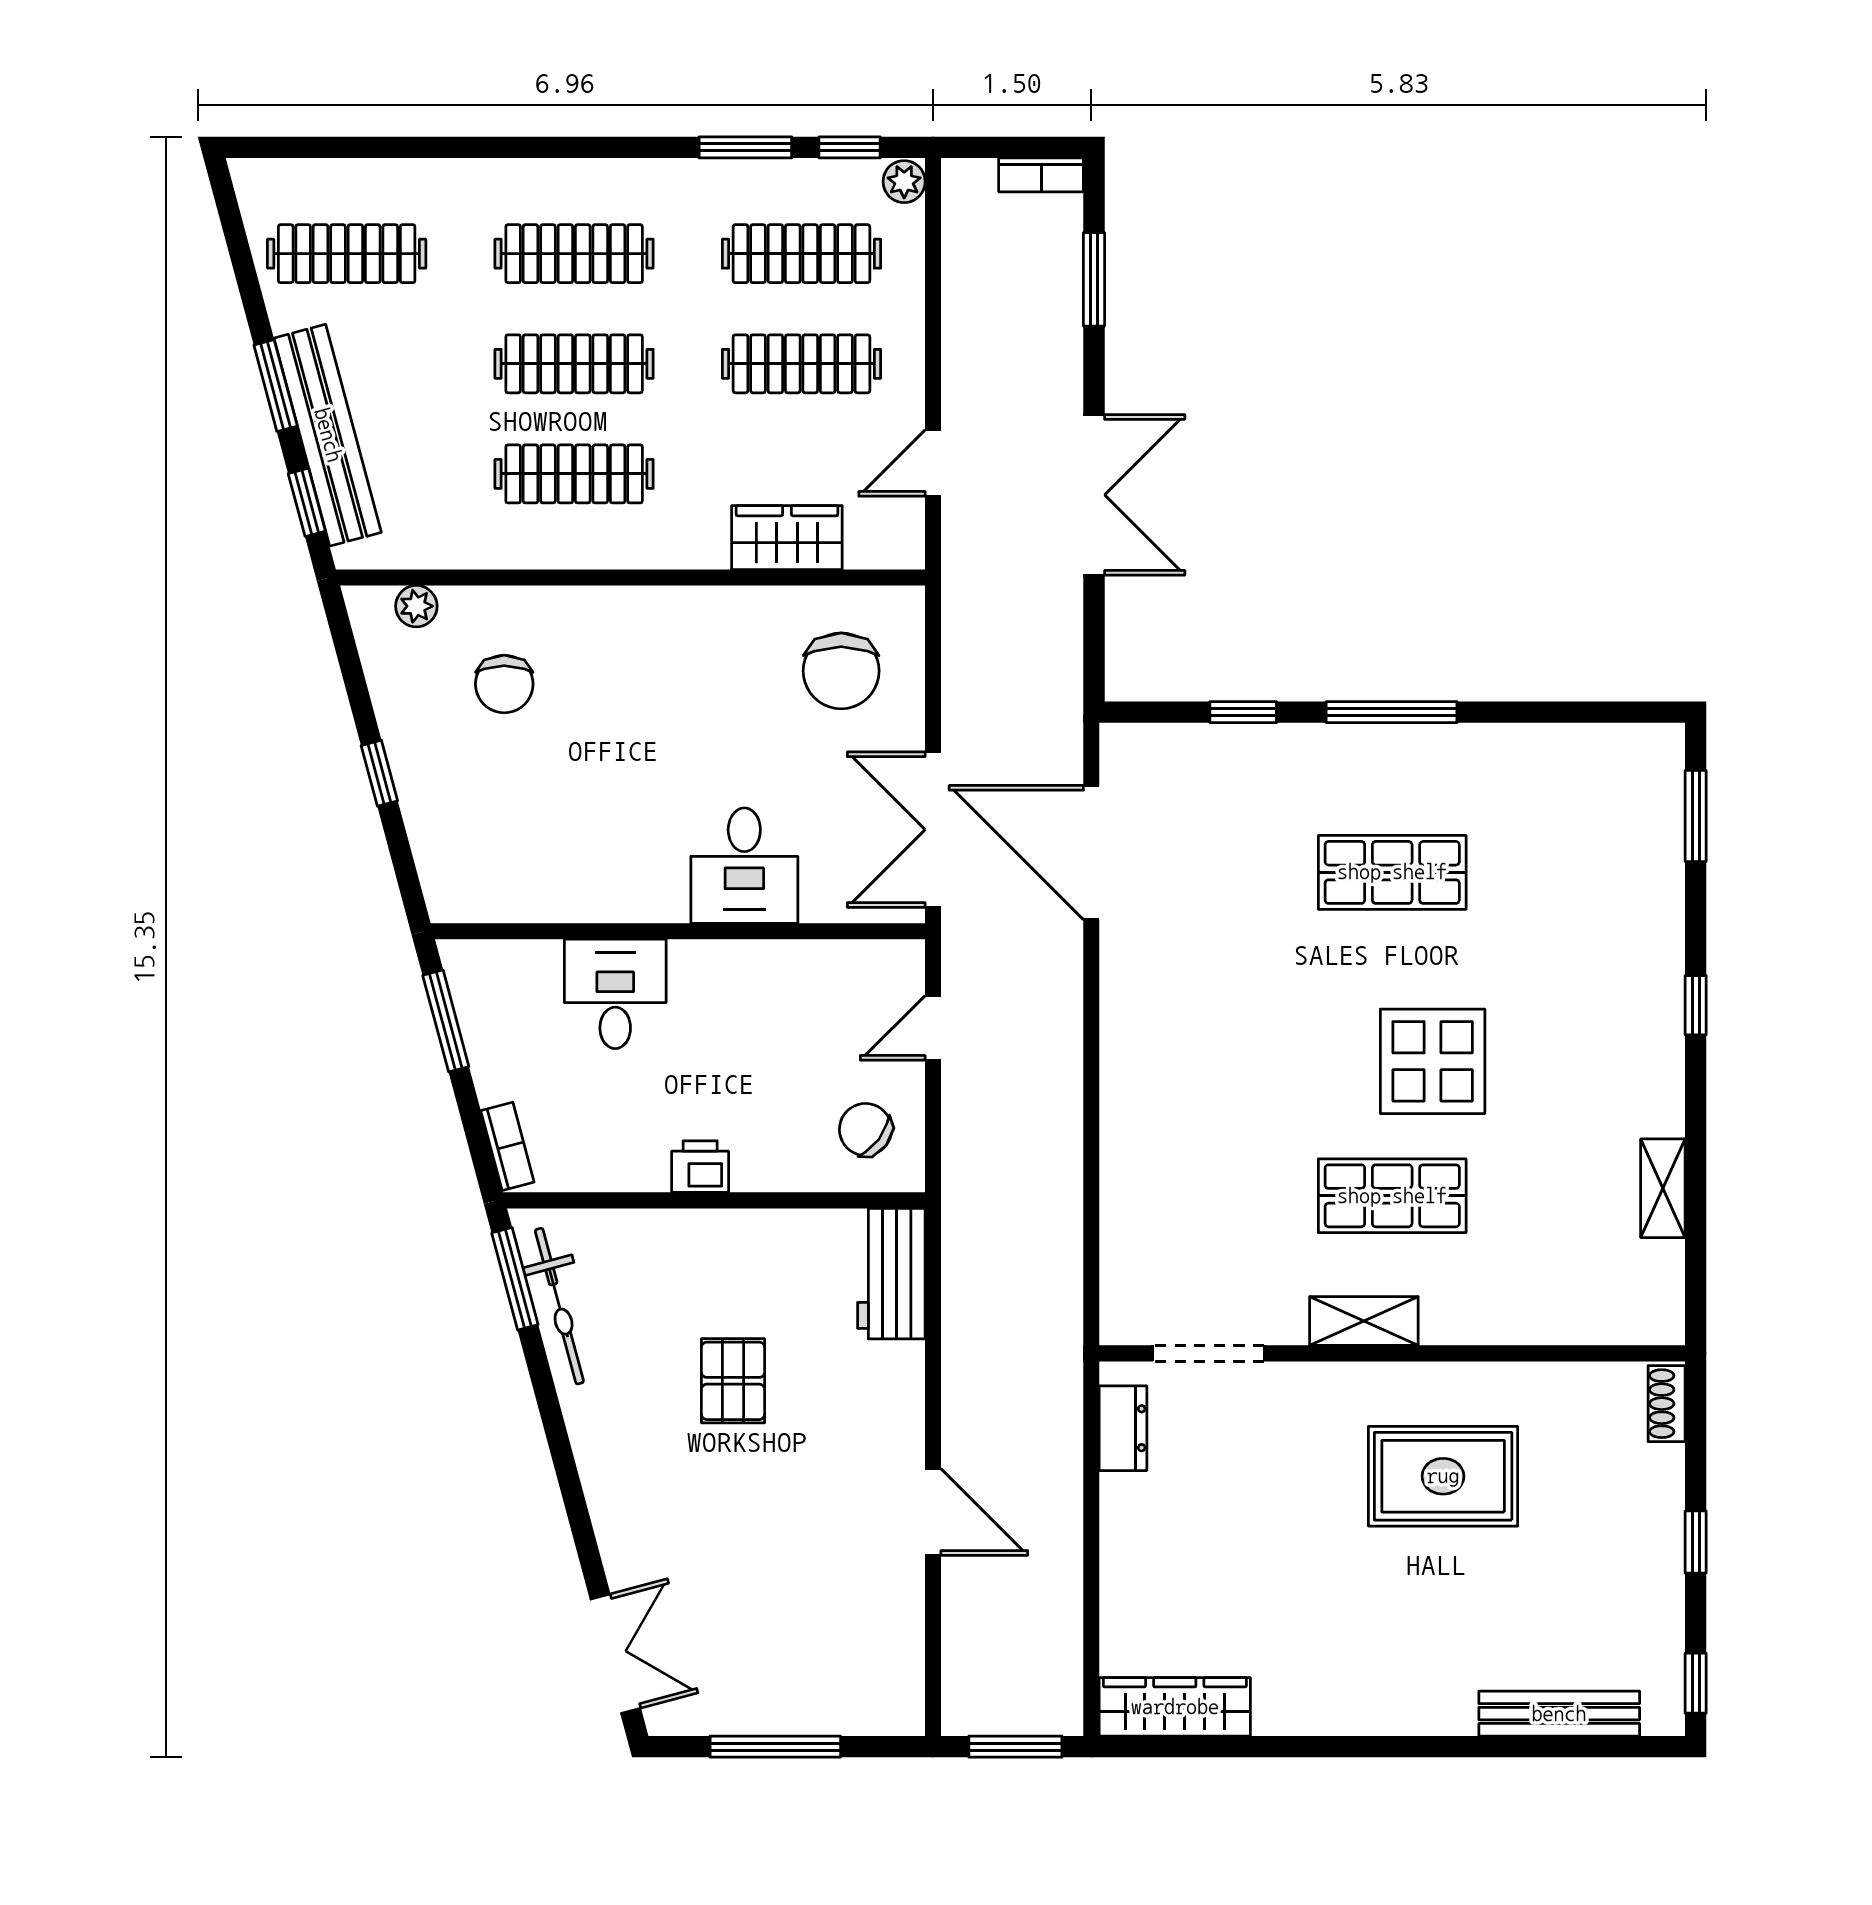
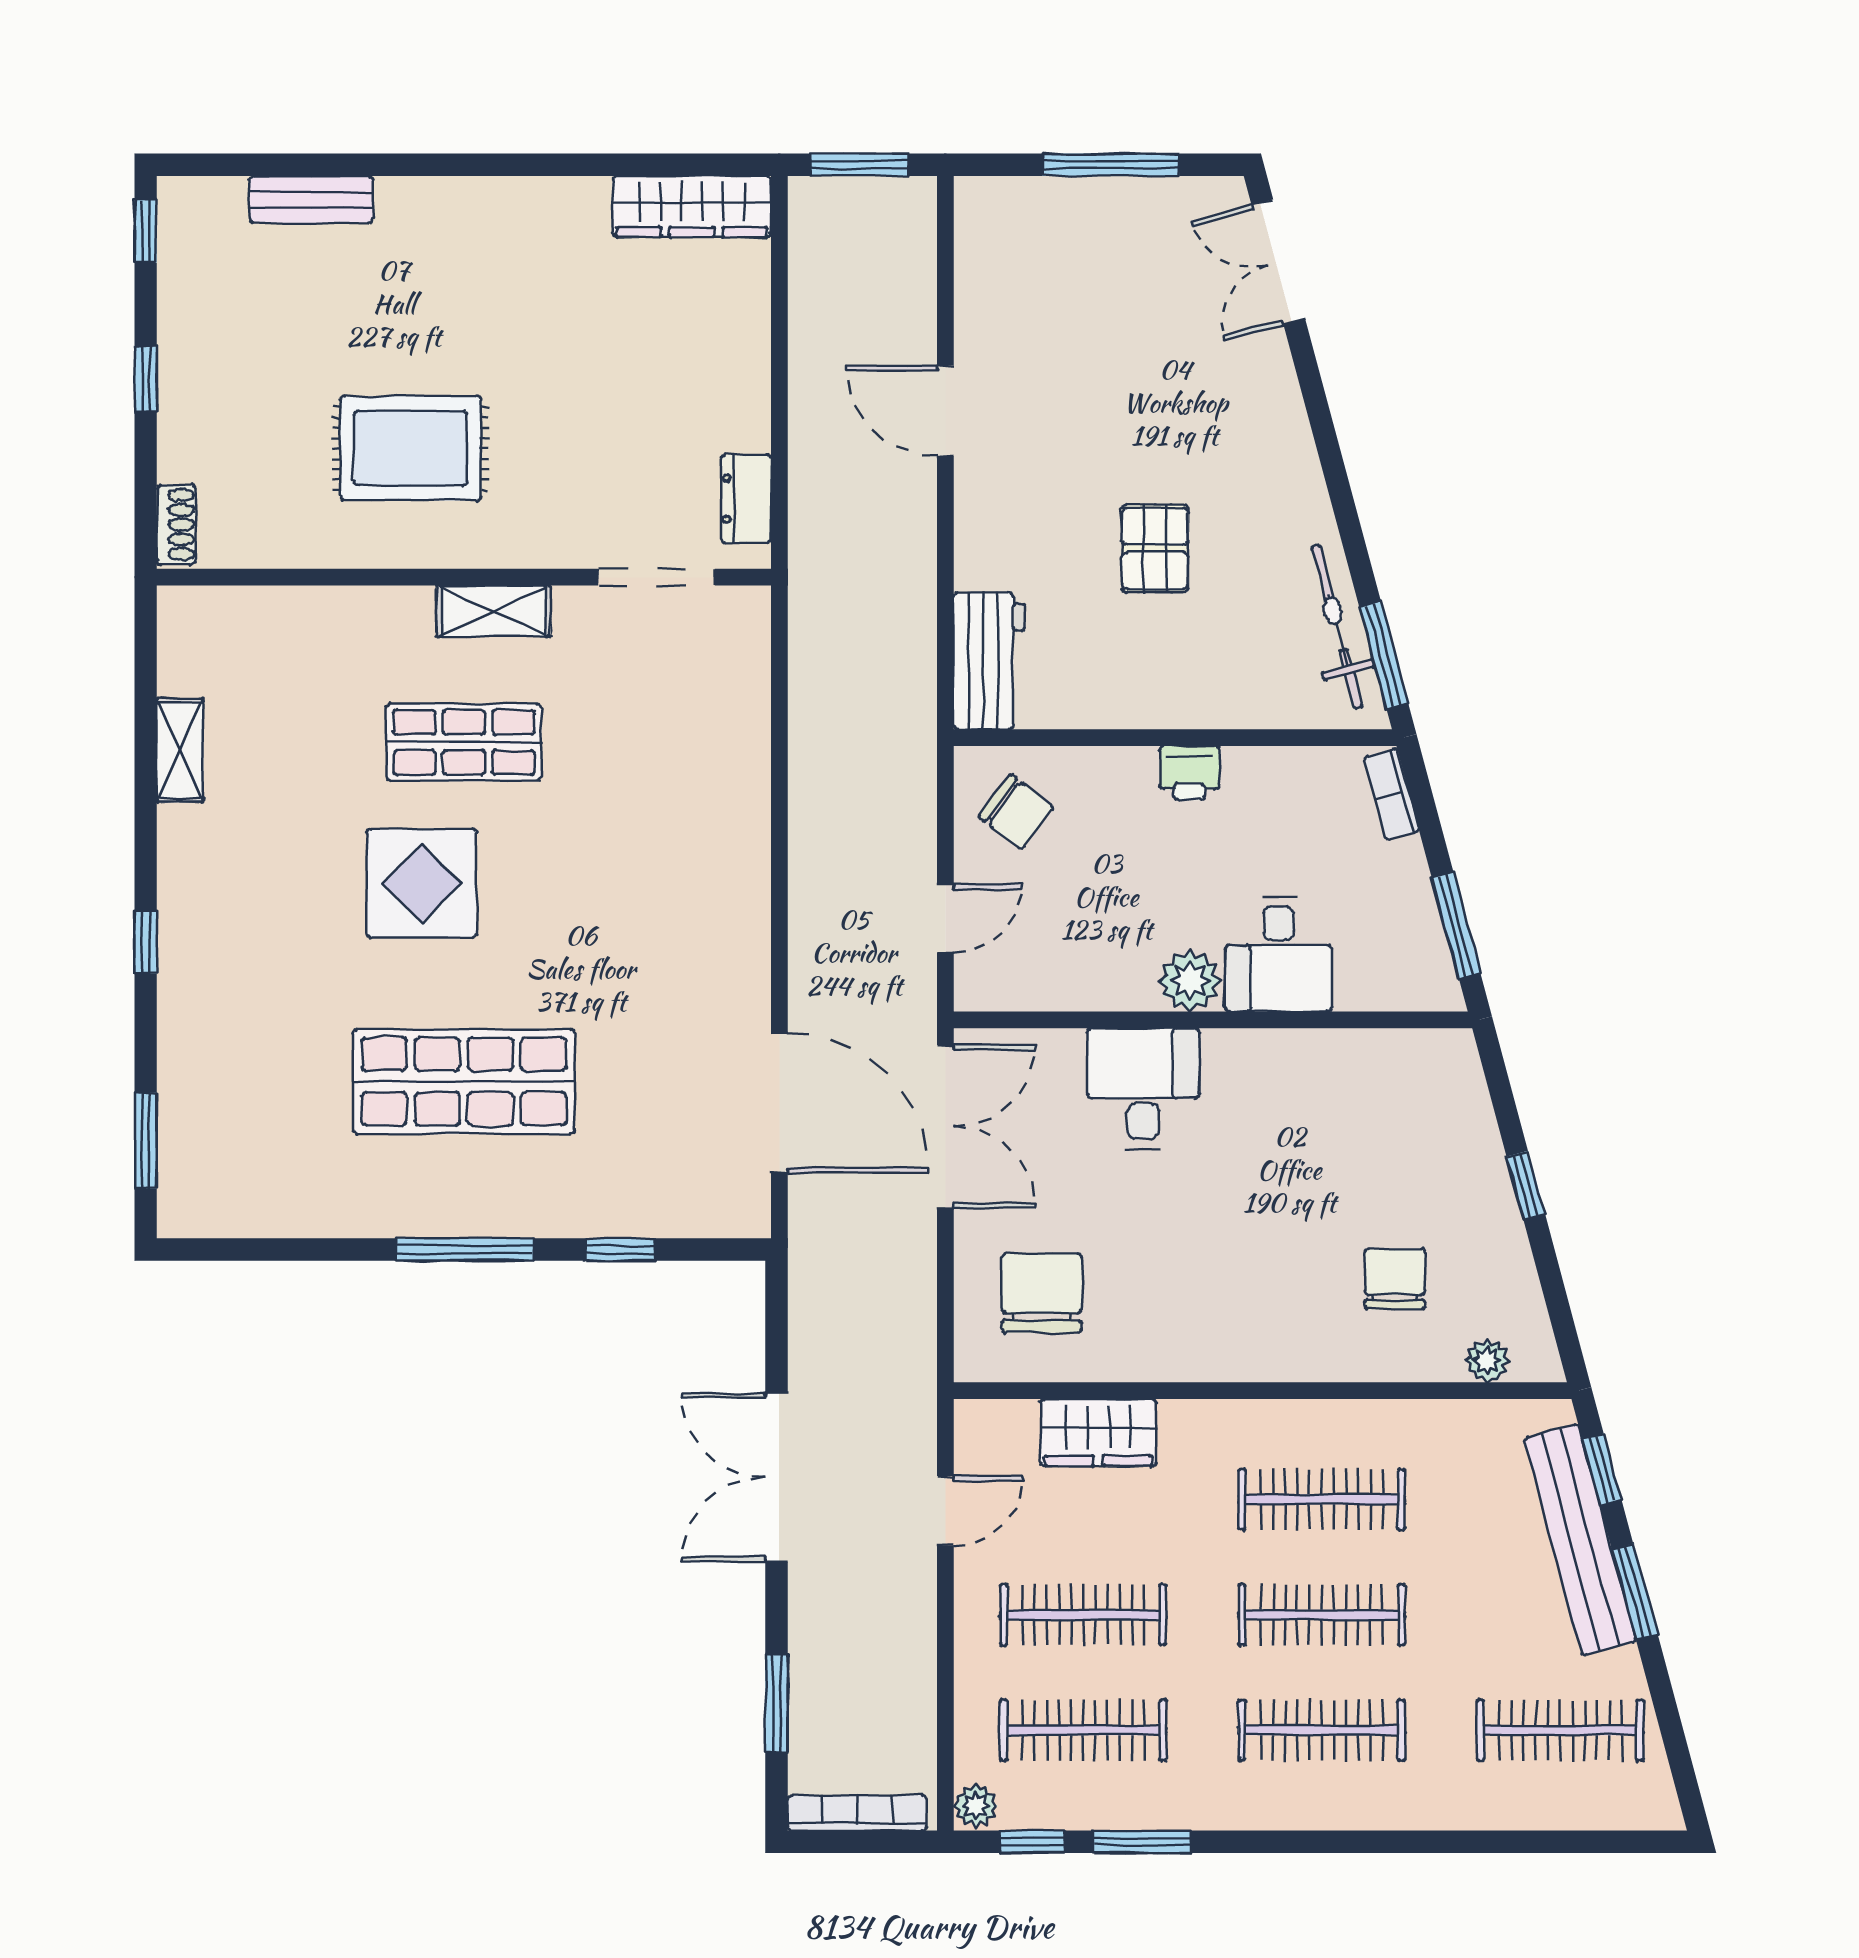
bookcase: (1041, 175) -> (857, 1813), width x1.56
shop shelf: (1392, 872) -> (464, 1081), width x1.43, depth x1.36
plant: (700, 969) -> (1190, 981), added
bench: (1559, 1714) -> (311, 199), width x0.73

